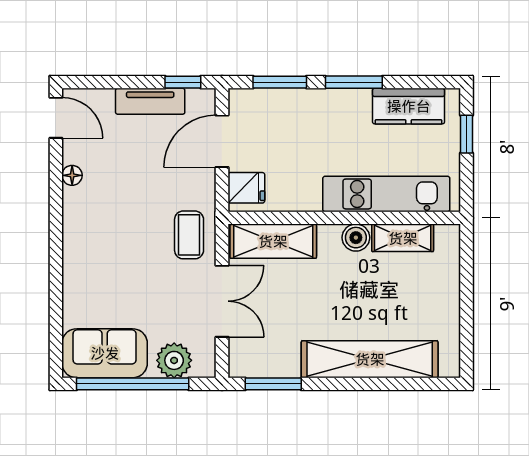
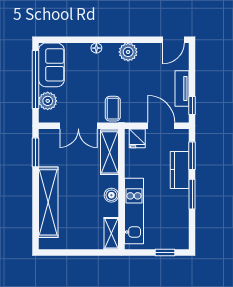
kitchen counter: (409, 106) -> (180, 170), moved
floor lamp: (72, 175) -> (96, 48), moved
plant: (80, 205) -> (128, 52), added
coffee table: (189, 235) -> (113, 109), turned 90
shelving: (403, 238) -> (111, 233), moved

